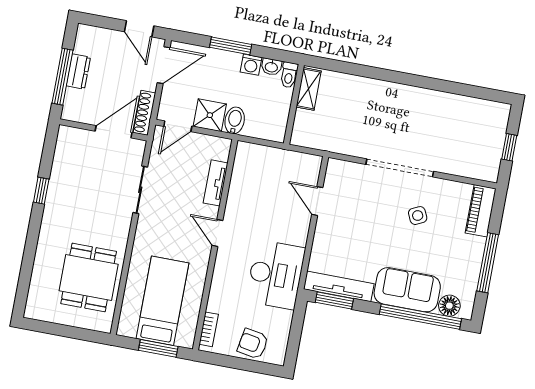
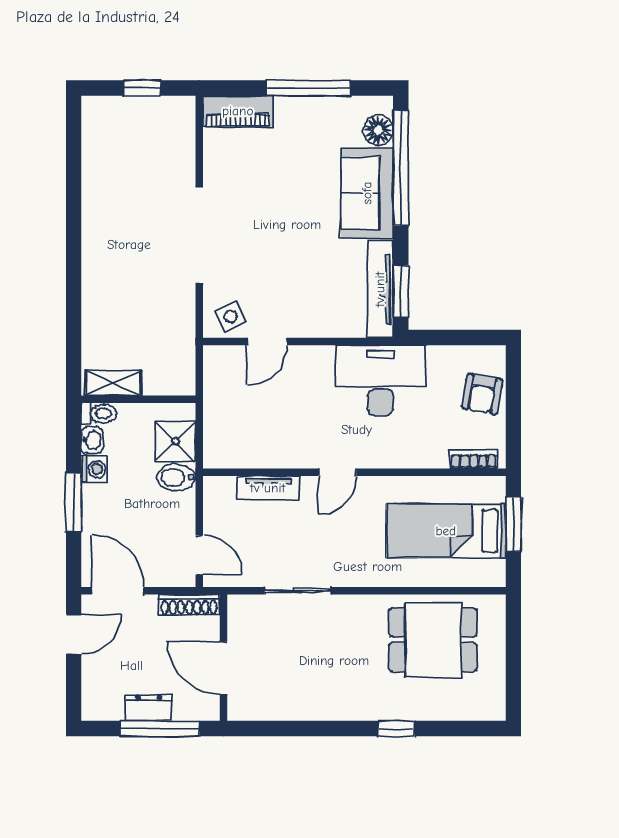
shower: (210, 115) -> (175, 441), moved
door: (114, 132) -> (224, 668), moved
window: (41, 191) -> (397, 729), moved
side table: (418, 216) -> (231, 317), moved

